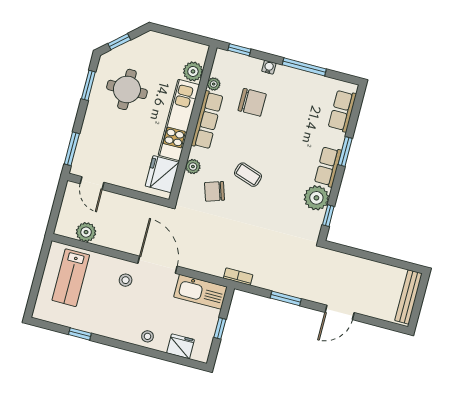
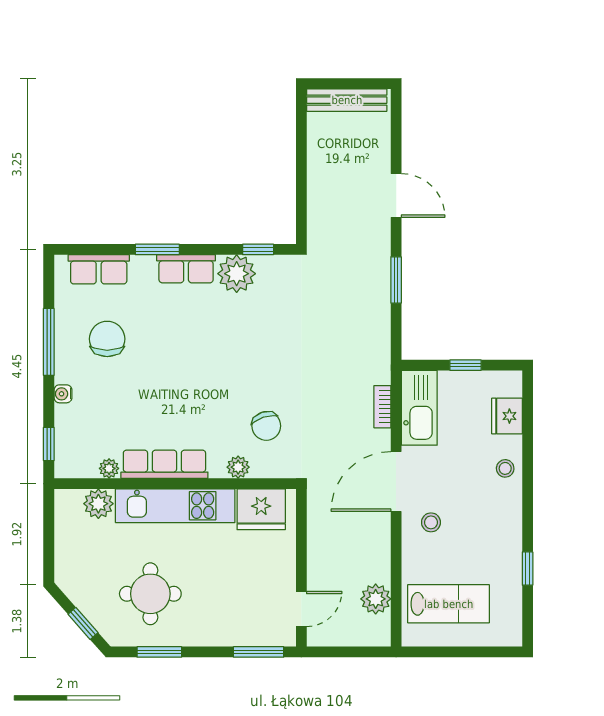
chair: (252, 102) -> (107, 339), moved
coffee table: (248, 175) -> (229, 383), removed
bookcase: (238, 277) -> (382, 407), moved

